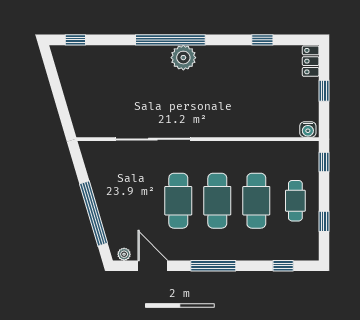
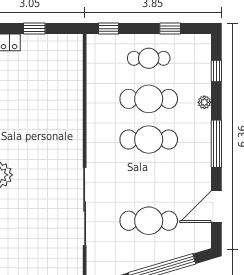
water cooler: (308, 129) -> (75, 45), removed
cafe table: (178, 201) -> (149, 221), moved
plant: (124, 254) -> (204, 102), moved

